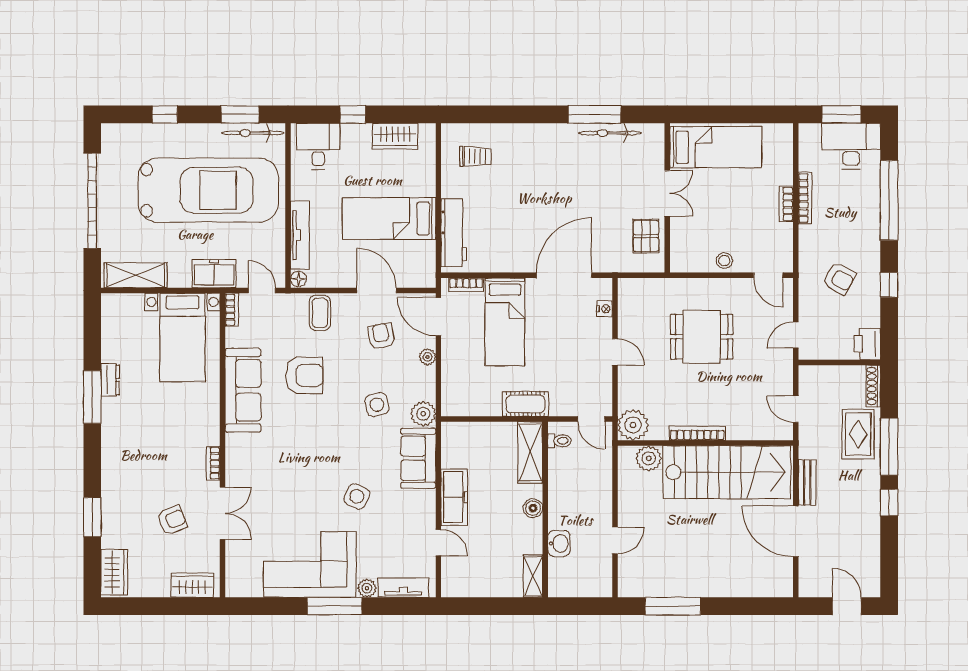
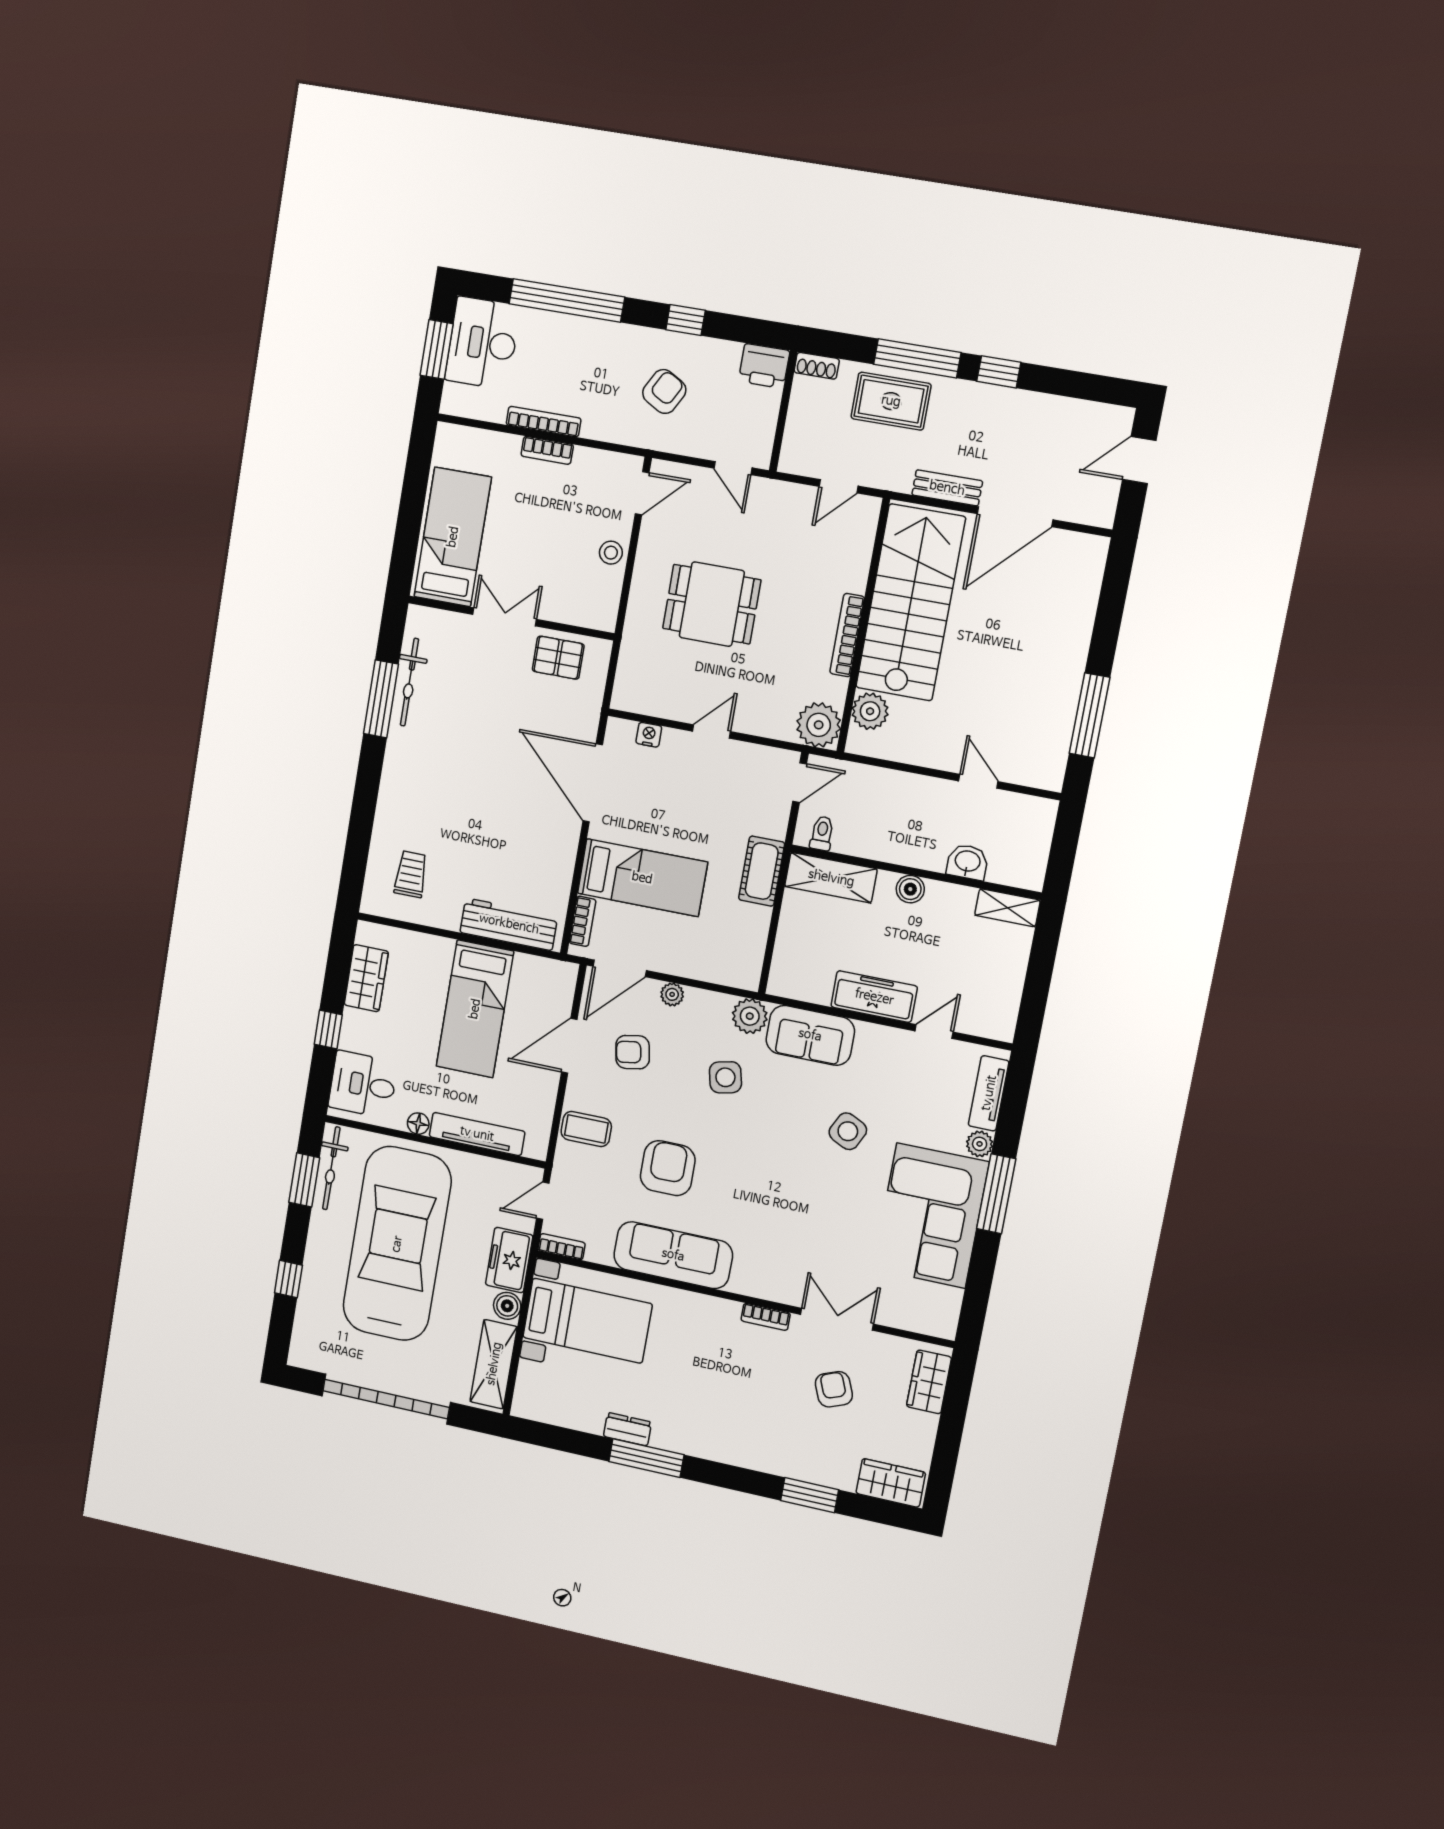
boiler: (180, 278) -> (507, 1306), added
floor lamp: (298, 279) -> (418, 1124), moved
dining table: (702, 337) -> (712, 604), turned 90
shoe rack: (873, 386) -> (817, 366), width x0.70

